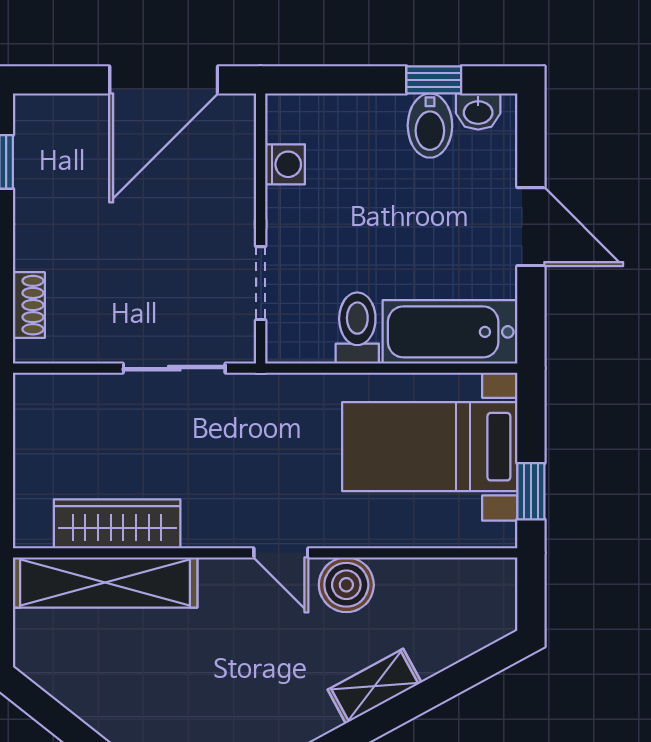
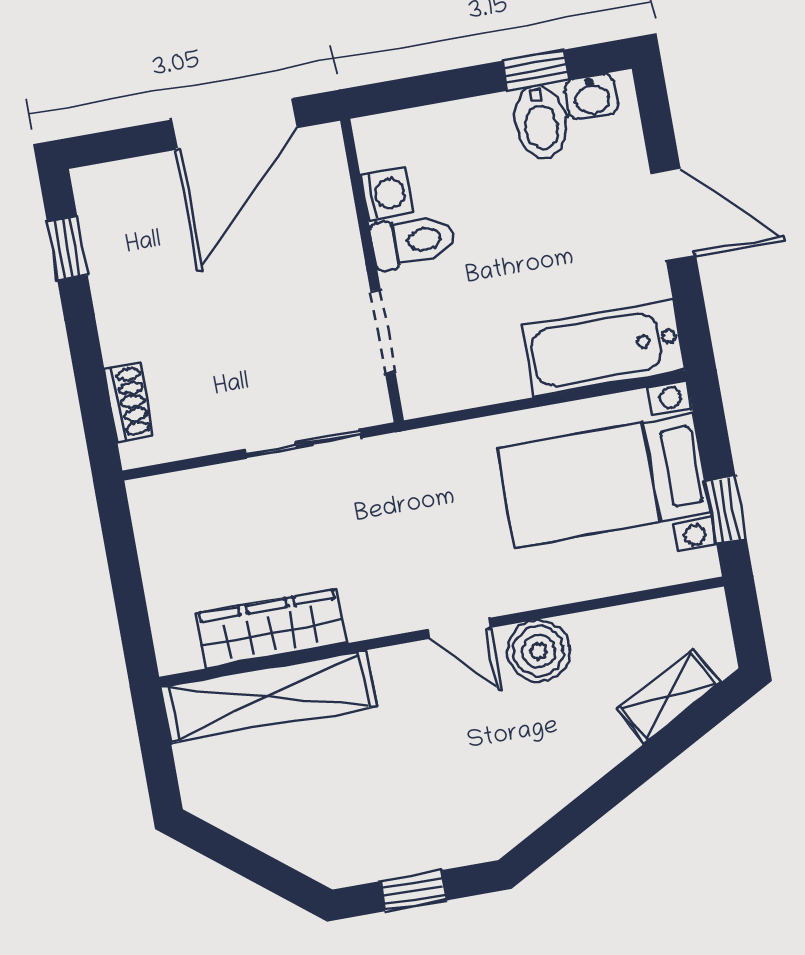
toilet: (357, 328) -> (413, 241), moved, turned 90
shelving: (375, 686) -> (669, 696), moved

